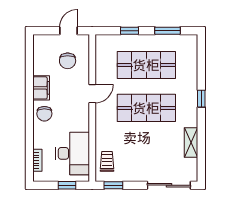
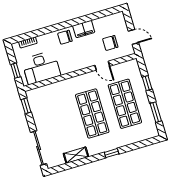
door: (92, 94) -> (102, 66), moved
trolley: (107, 161) -> (43, 96), removed

